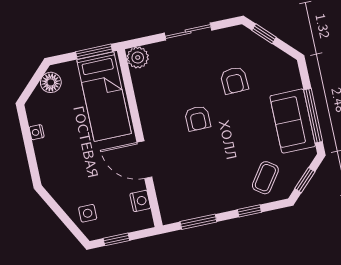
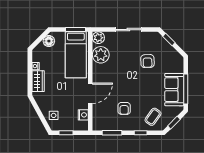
plant: (148, 87) -> (101, 55), added
armchair: (198, 118) -> (124, 108), moved
wardrobe: (47, 158) -> (38, 81), added
door: (144, 160) -> (90, 93), swing flipped

